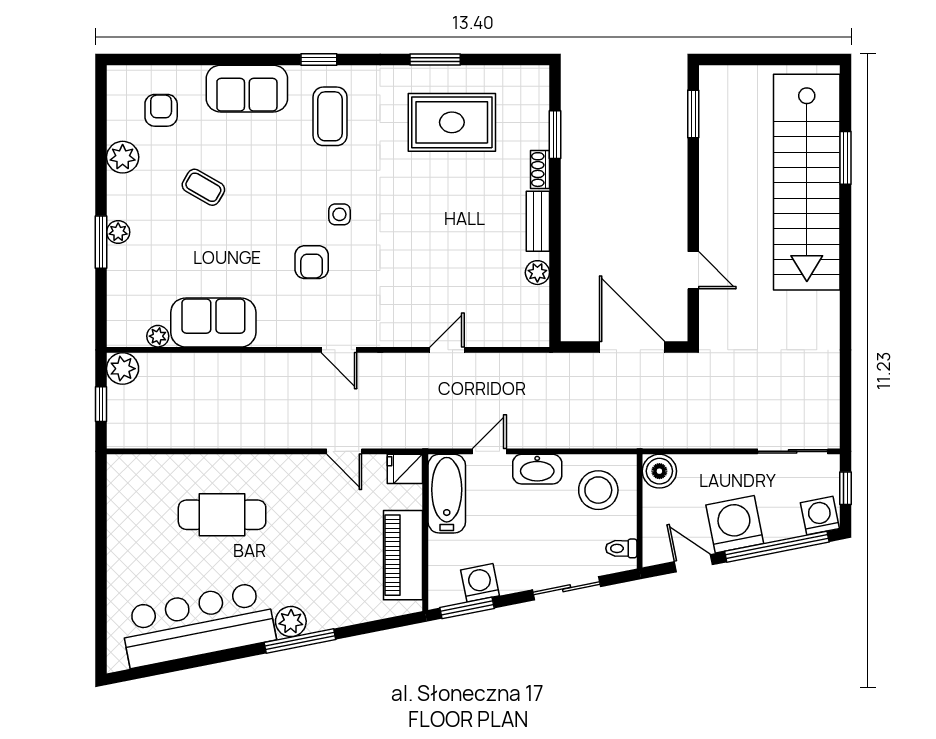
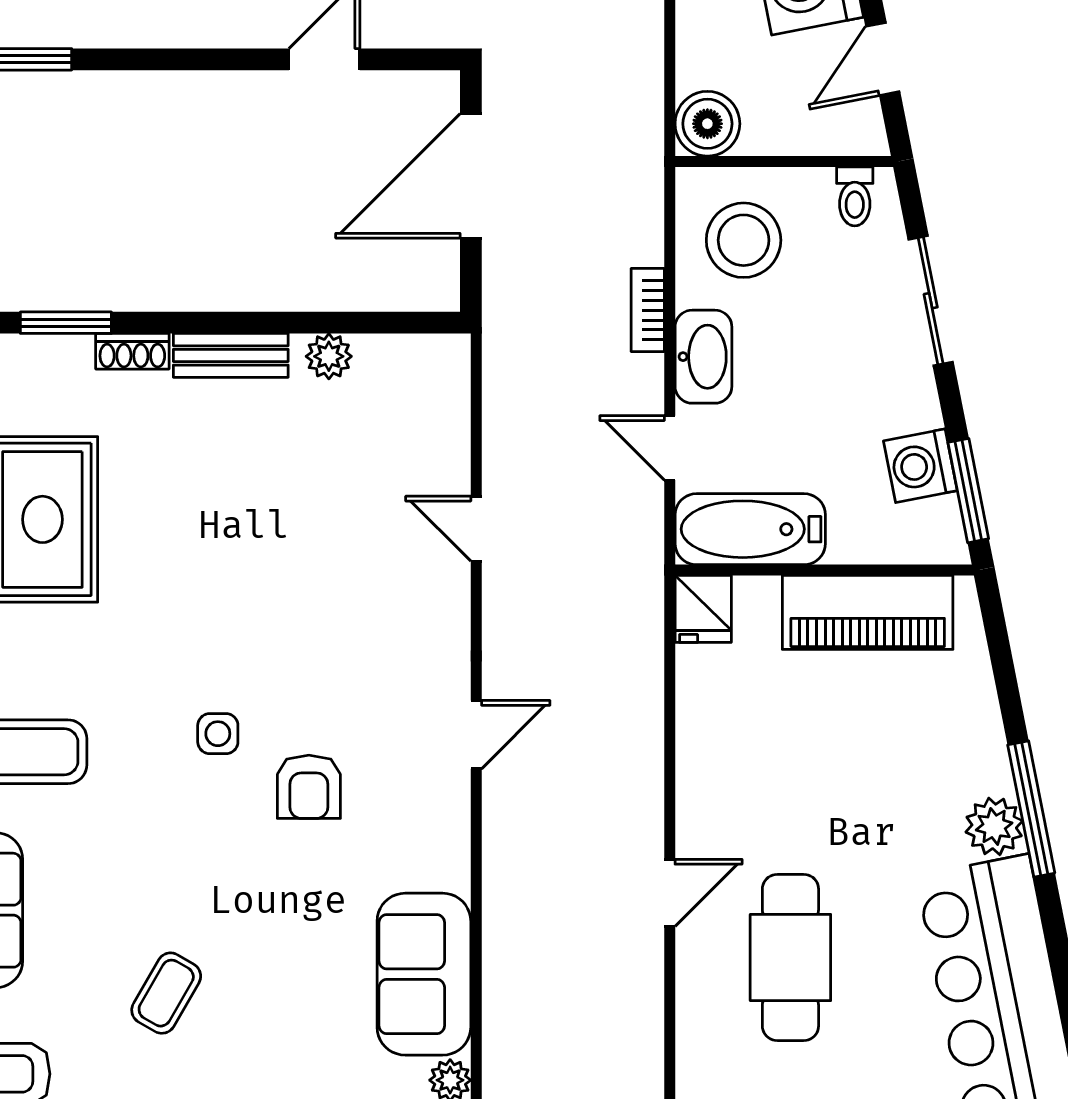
armchair: (312, 262) -> (309, 787), turned 90
bookcase: (562, 440) -> (648, 310), added
door: (344, 451) -> (670, 893), moved

